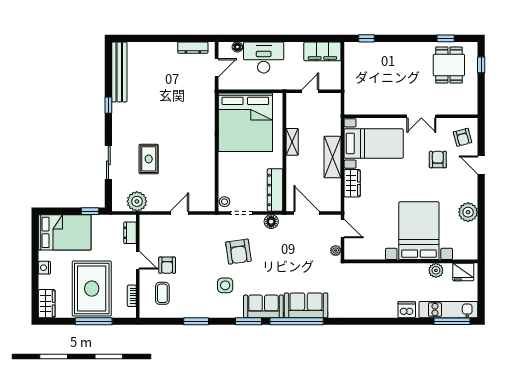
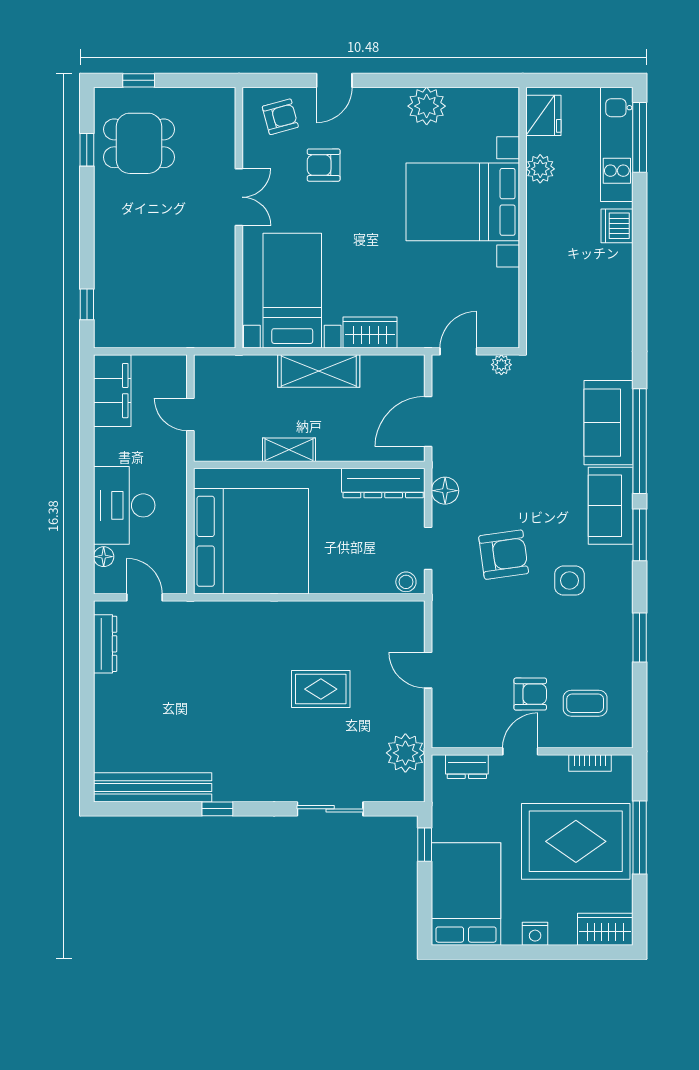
rug: (149, 159) -> (321, 689), moved

